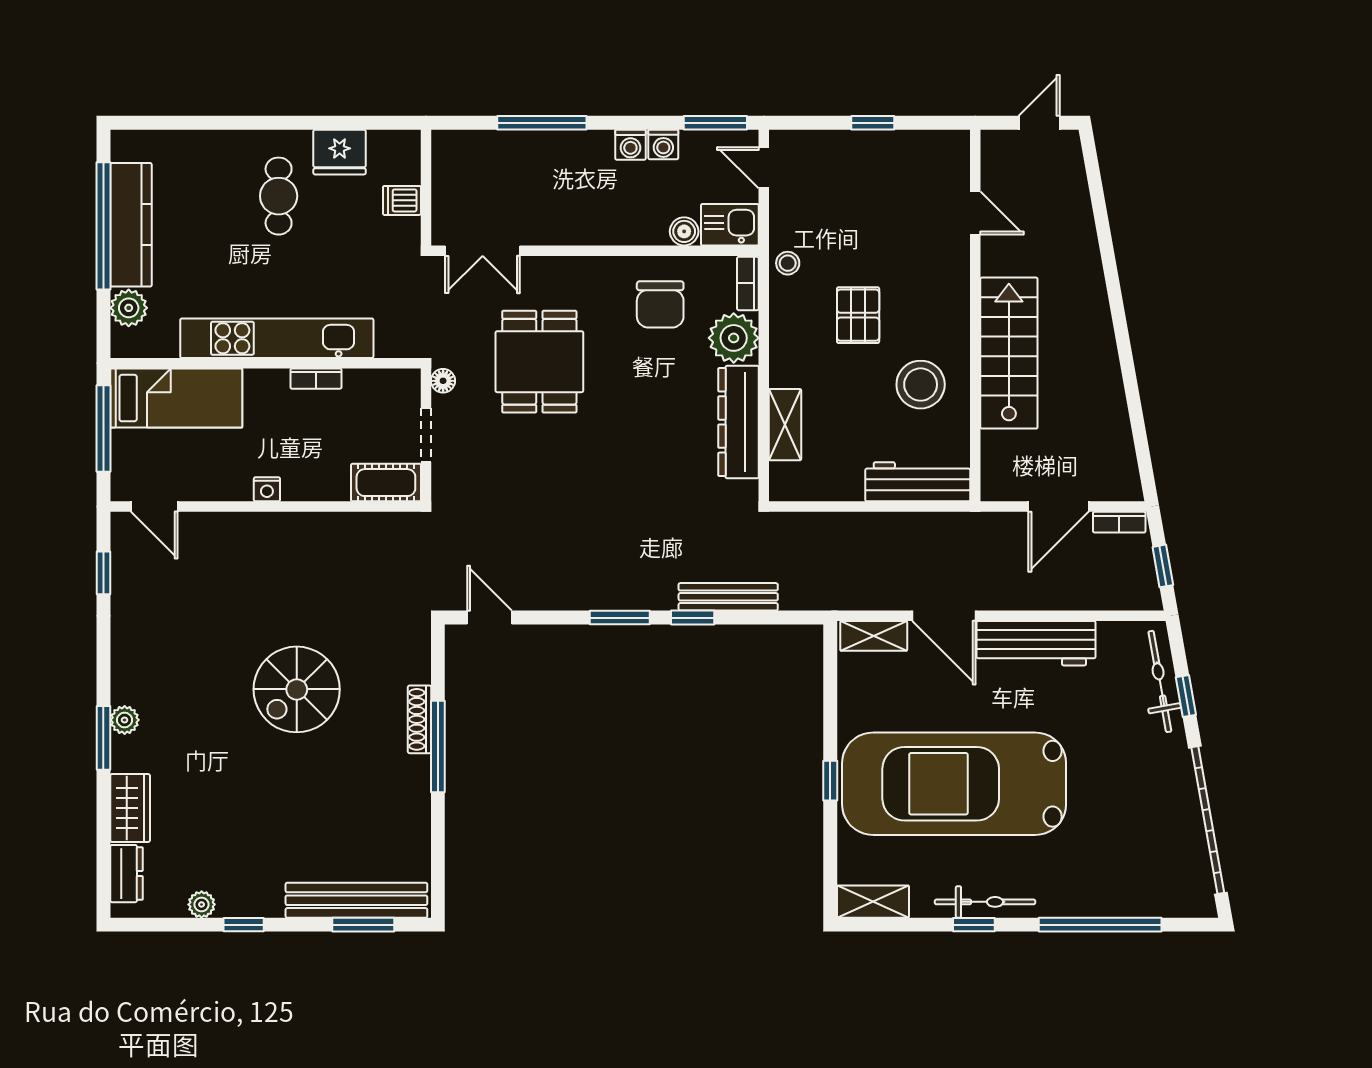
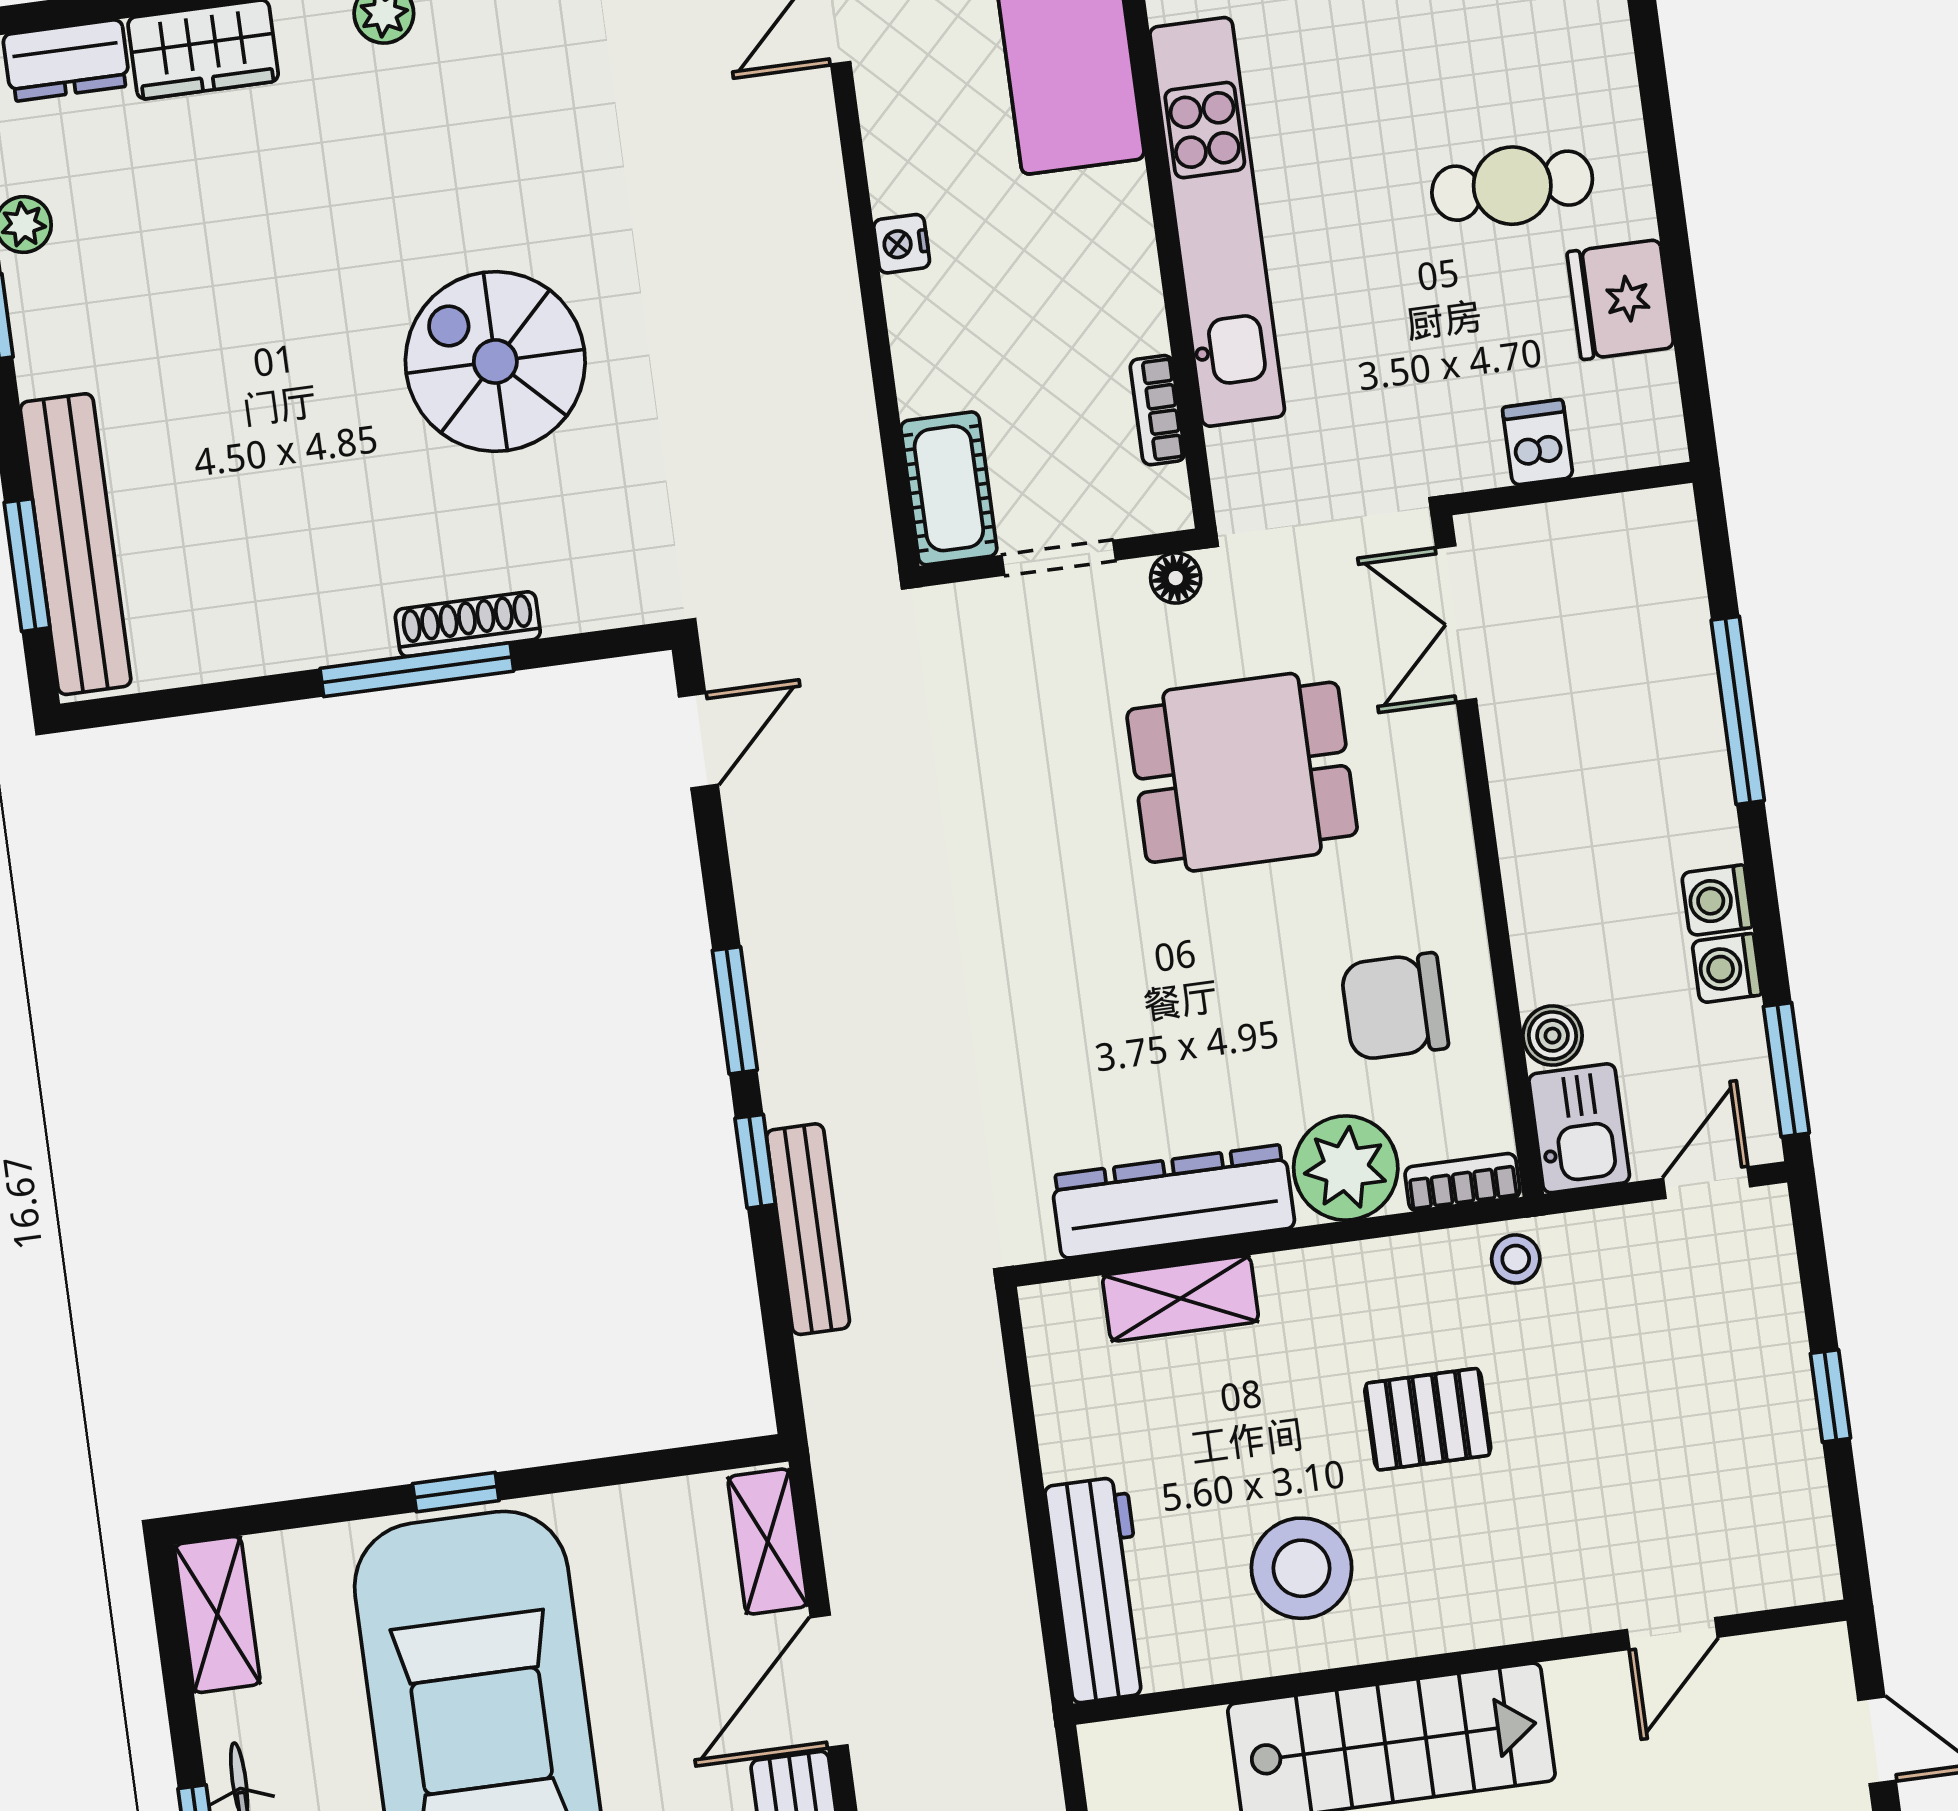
bookcase: (316, 379) -> (1158, 410), moved

